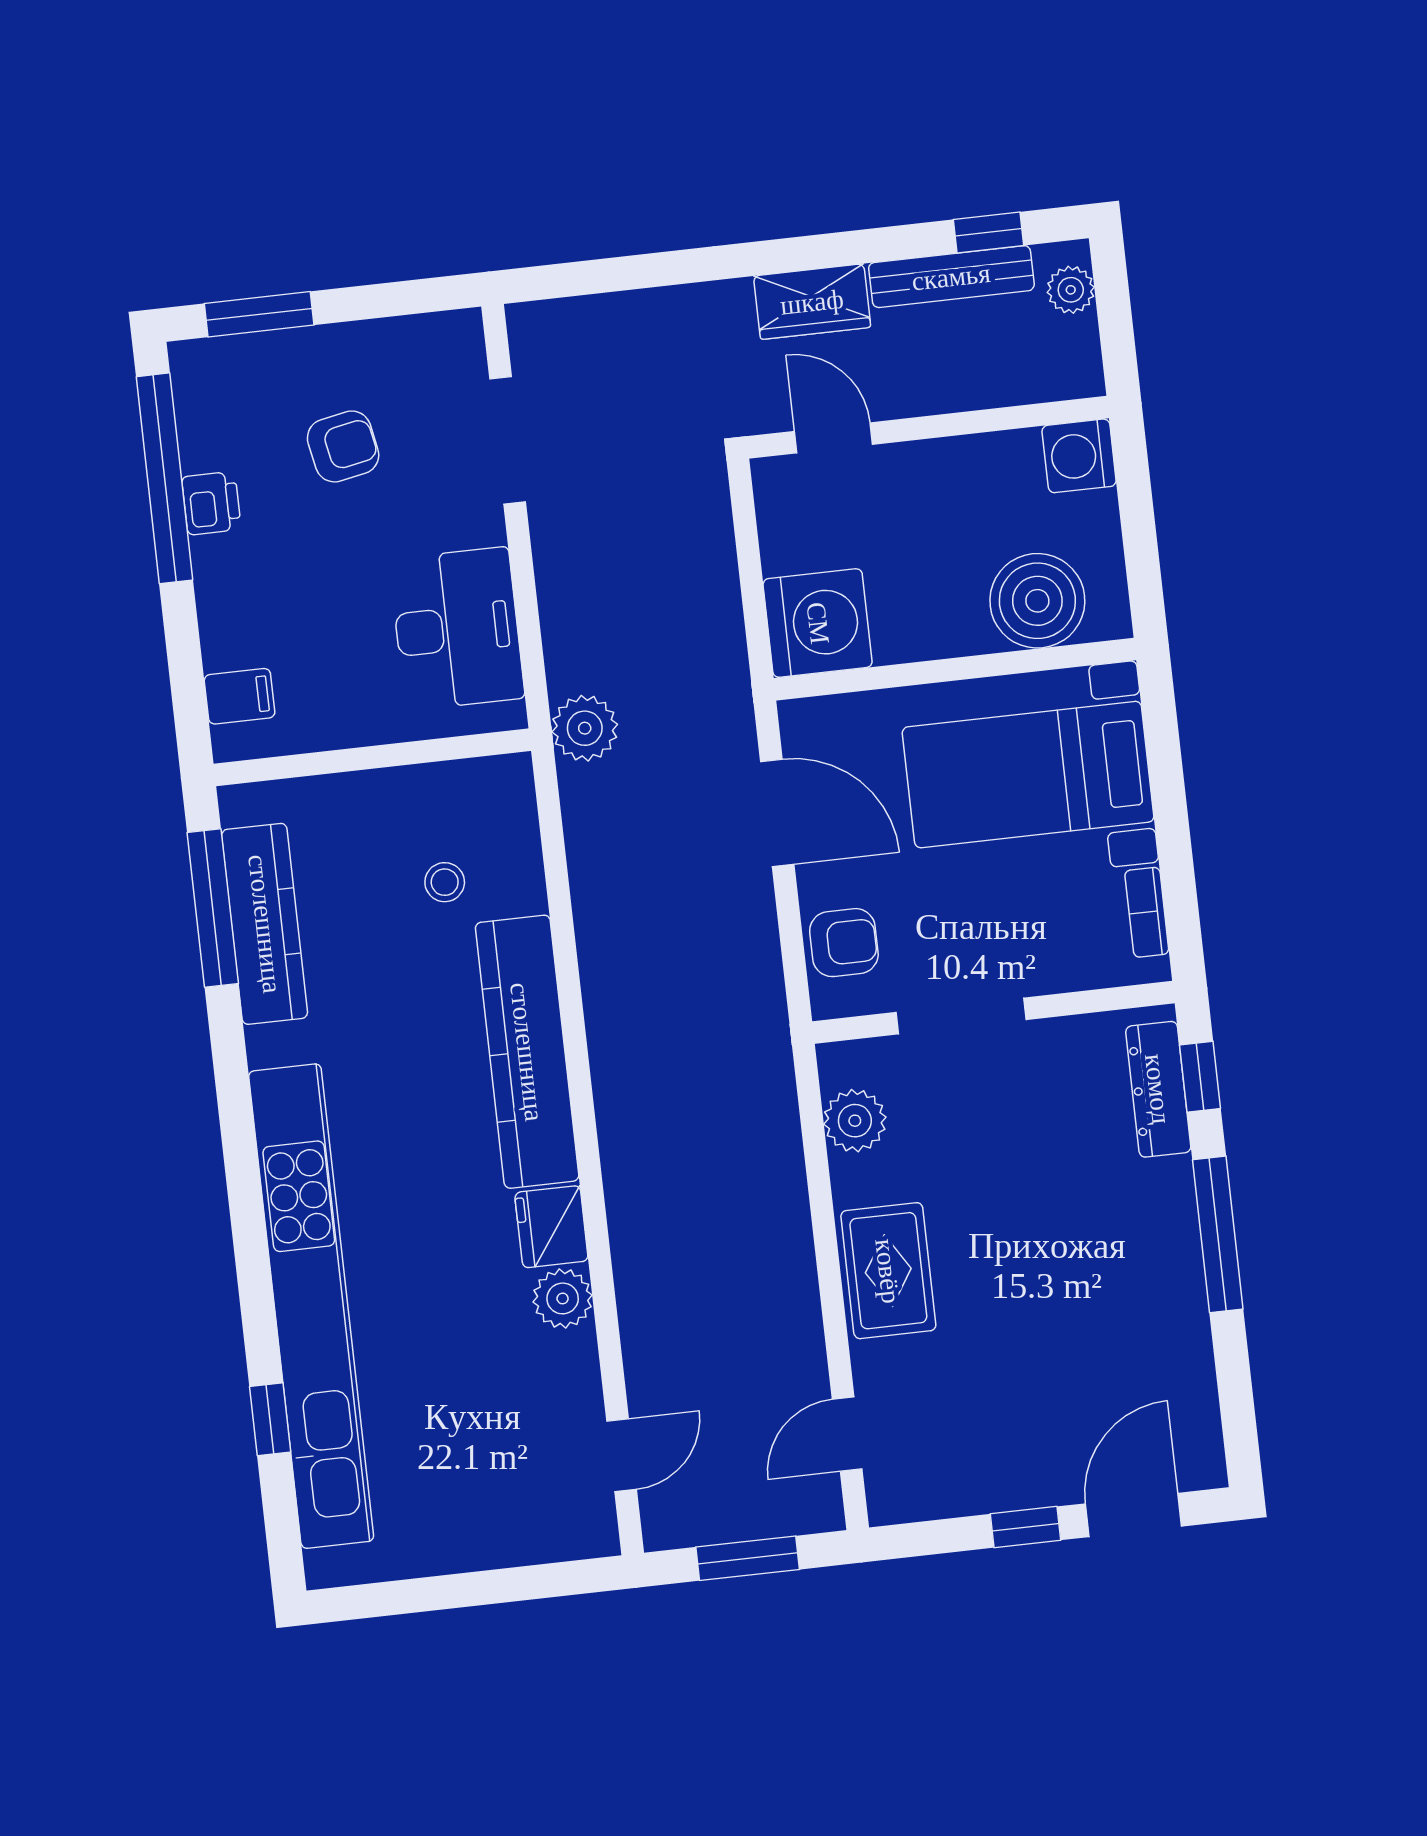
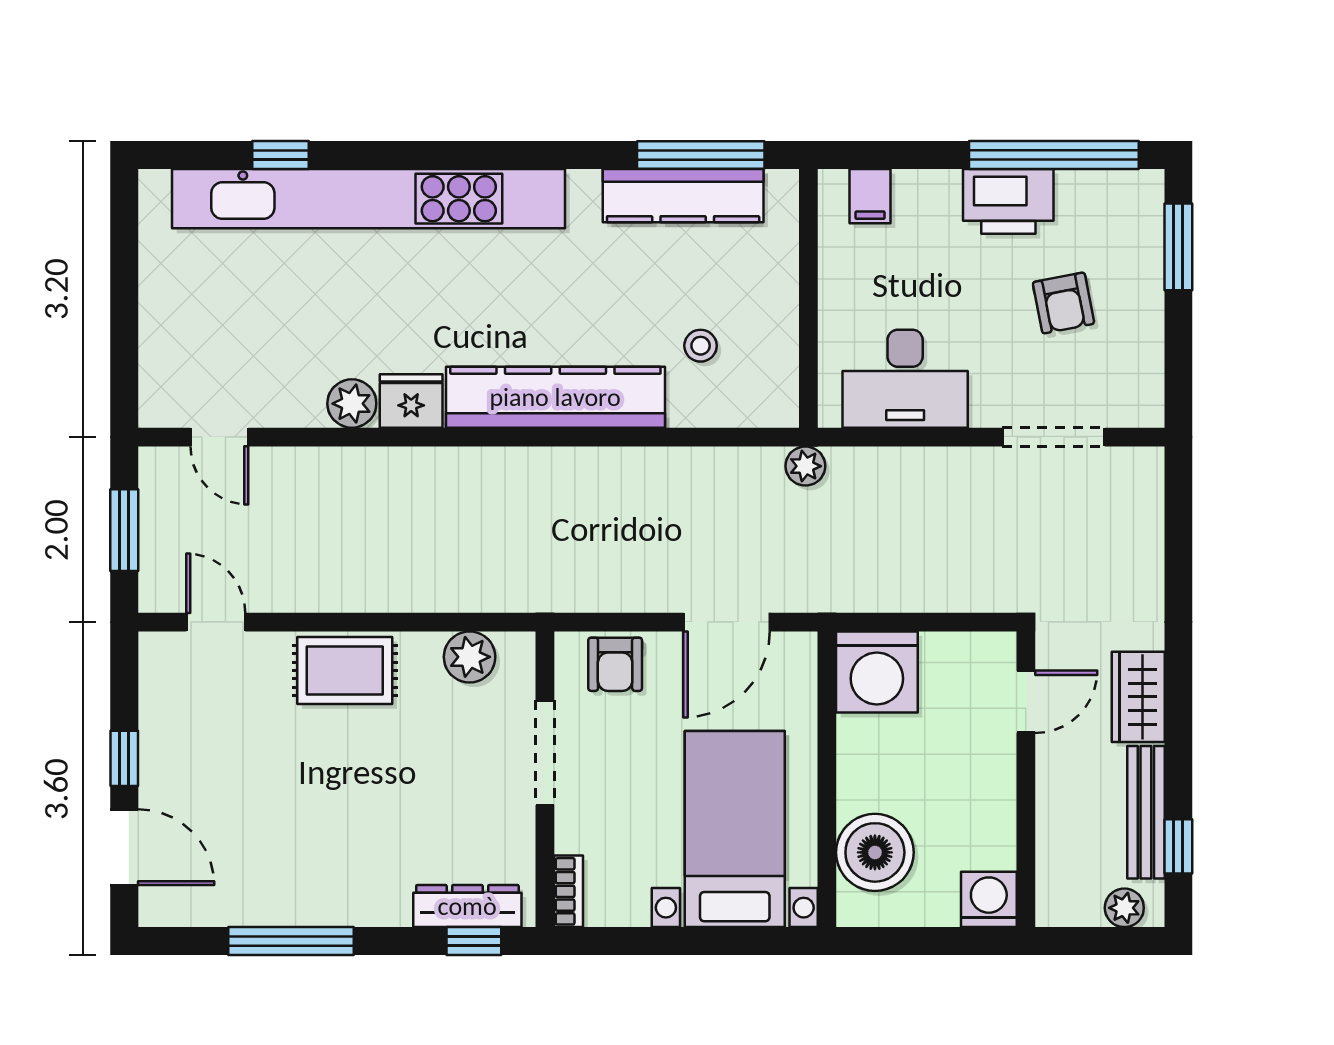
printer: (211, 503) -> (1008, 201), width x1.87, depth x1.48
plant: (585, 728) -> (805, 466), width x0.73, depth x0.73
bookcase: (1147, 912) -> (569, 891), moved, turned 90
window: (1218, 1234) -> (291, 941), moved

